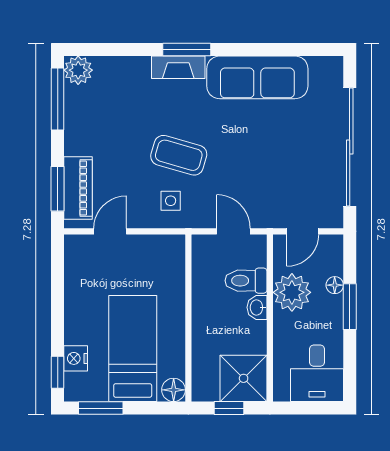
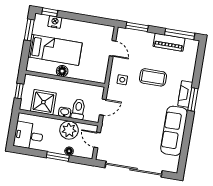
plant: (78, 70) -> (192, 46), removed
coffee table: (179, 155) -> (153, 77), moved, turned 74
piano: (78, 188) -> (169, 42), moved
shower: (244, 378) -> (43, 102), moved
floor lamp: (174, 390) -> (62, 71), moved

